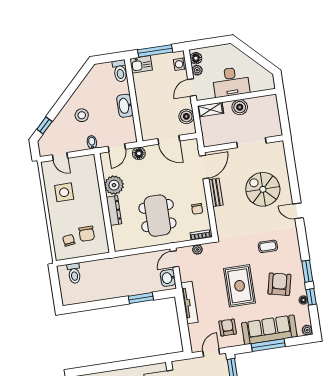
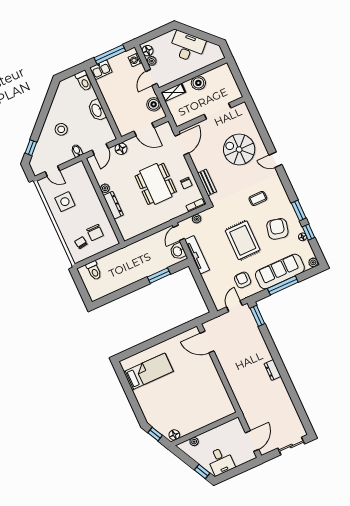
desk: (231, 82) -> (187, 47), moved, turned -135
plant: (114, 185) -> (105, 188), width x0.53, depth x0.53
bench: (216, 192) -> (207, 182), moved
dining table: (157, 216) -> (156, 184), moved
tv unit: (190, 303) -> (197, 255), moved

